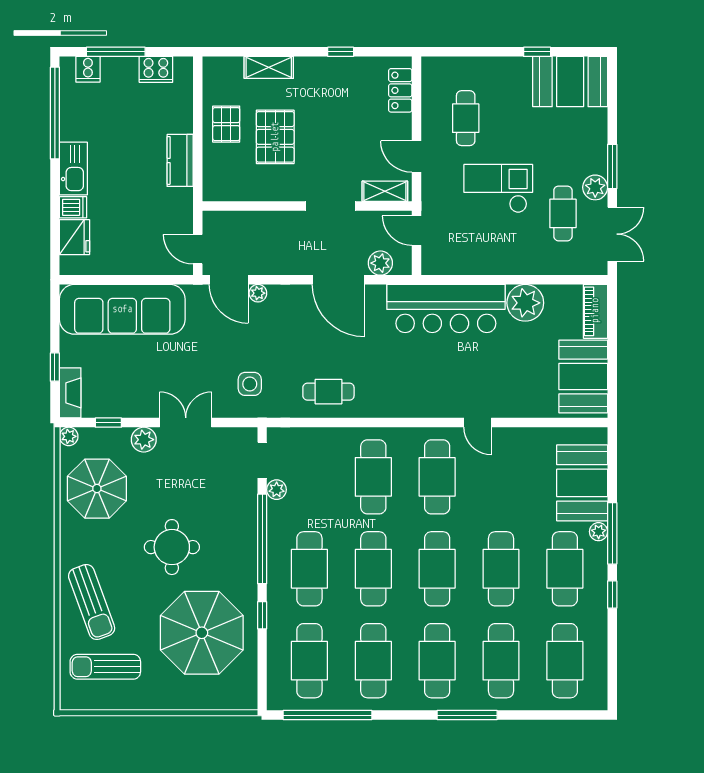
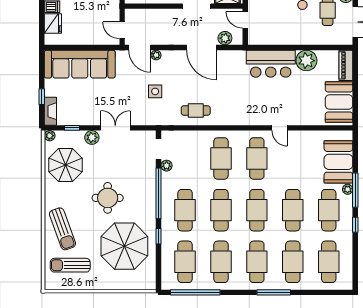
bar counter: (446, 308) -> (271, 64), width x0.73
side table: (250, 384) -> (155, 91), moved

